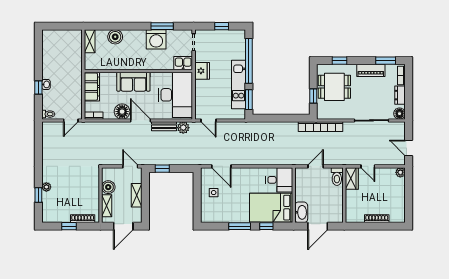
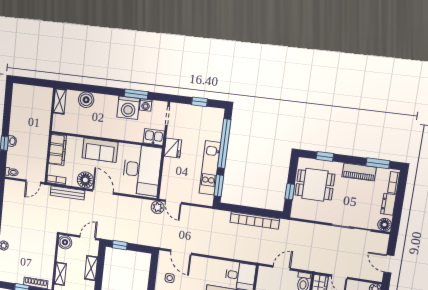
washing machine: (172, 35) -> (146, 105), added
bench: (164, 126) -> (67, 193), moved, width x1.36
bookcase: (321, 127) -> (255, 220), moved
plant: (183, 128) -> (158, 207), moved
door: (130, 166) -> (88, 238), hinge flipped
boiler: (108, 187) -> (65, 242), moved

